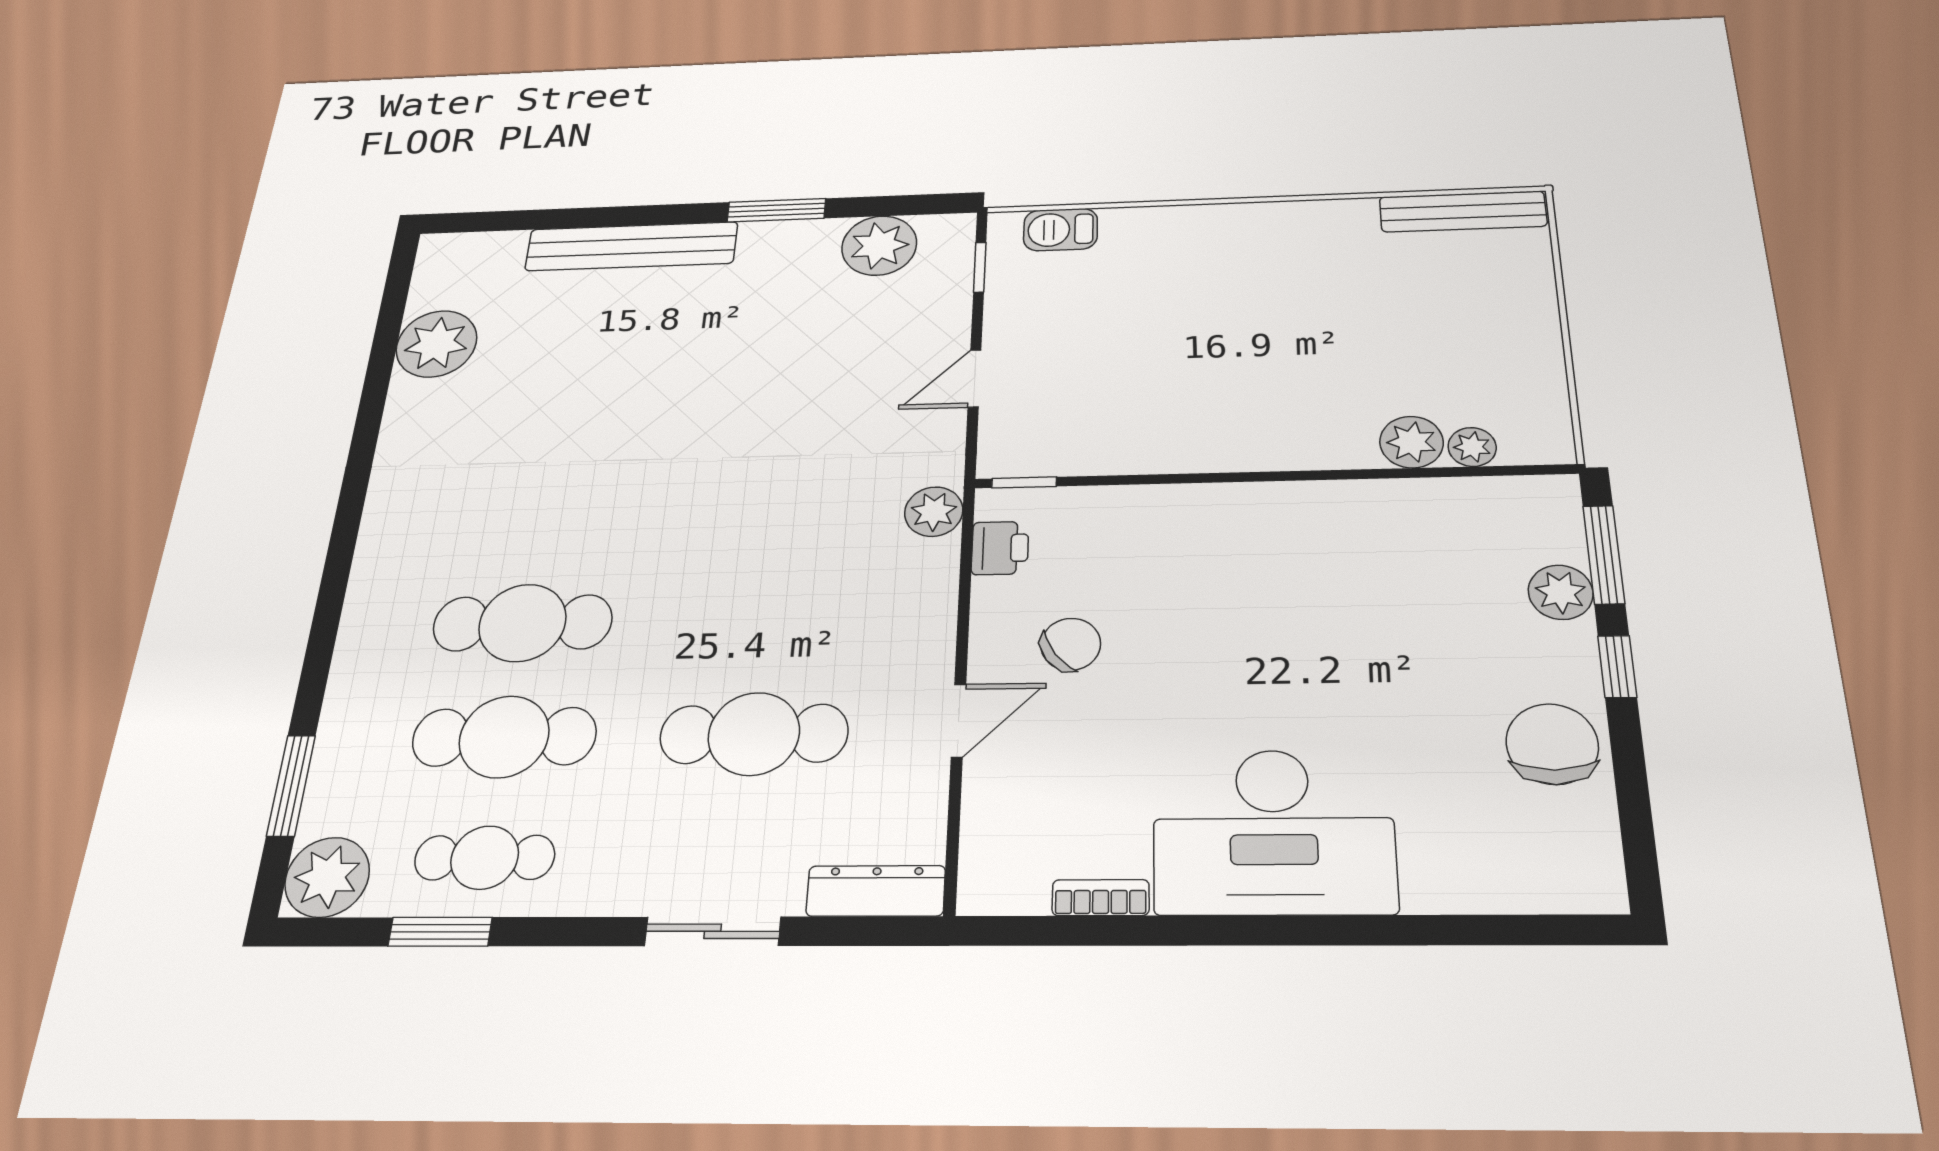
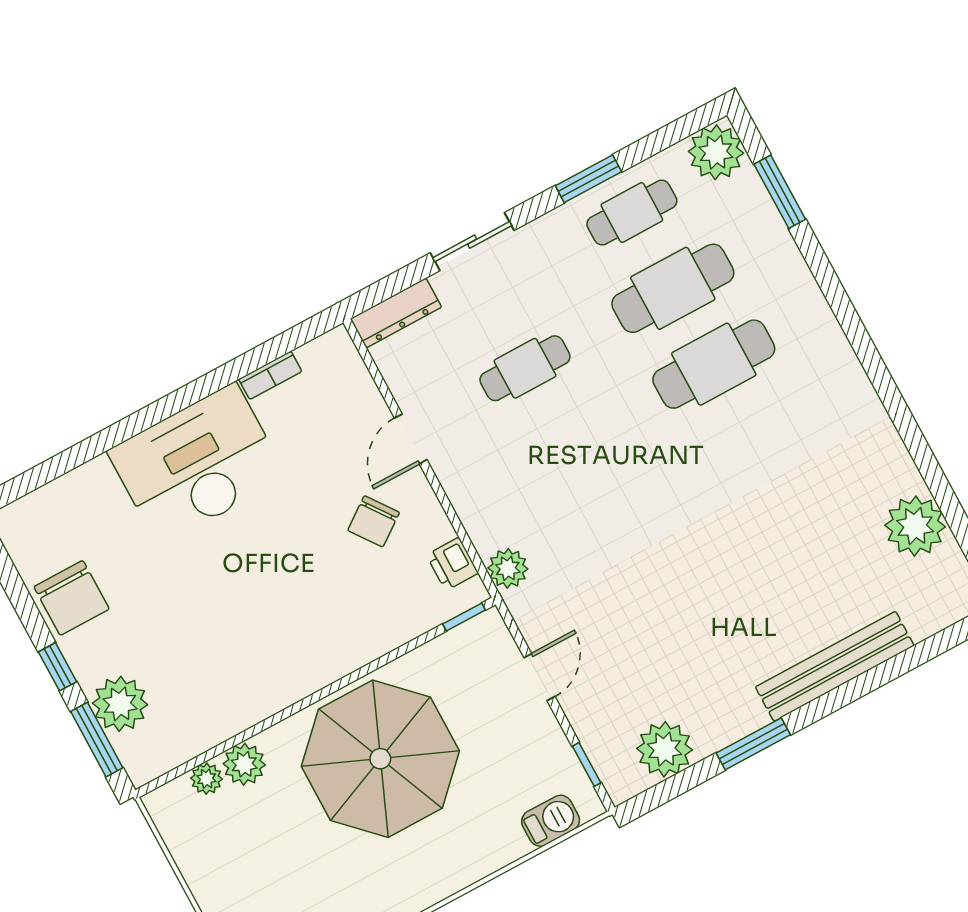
parasol: (1229, 375) -> (380, 759), added
plant: (1561, 592) -> (120, 704), width x1.36, depth x1.36
cafe table: (754, 734) -> (525, 368), width x0.73, depth x0.74
window: (440, 932) -> (588, 179), moved

